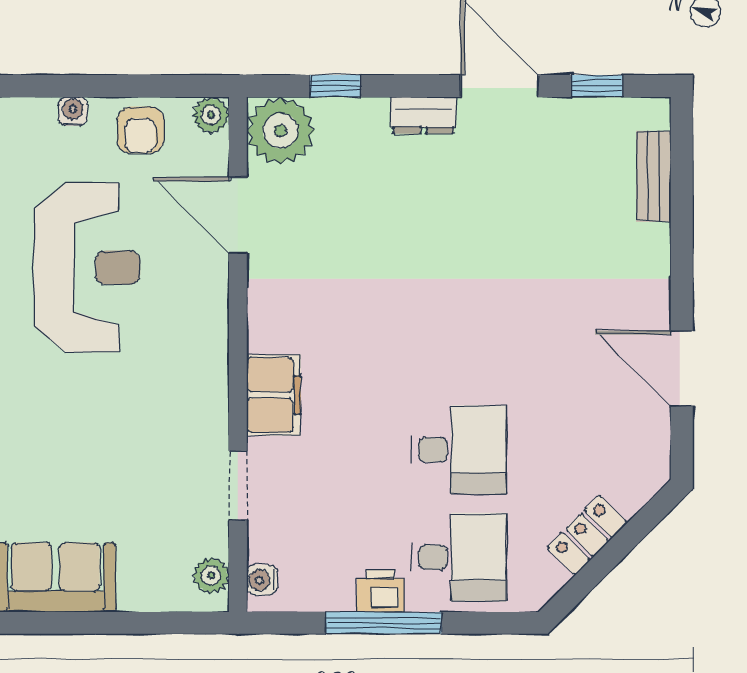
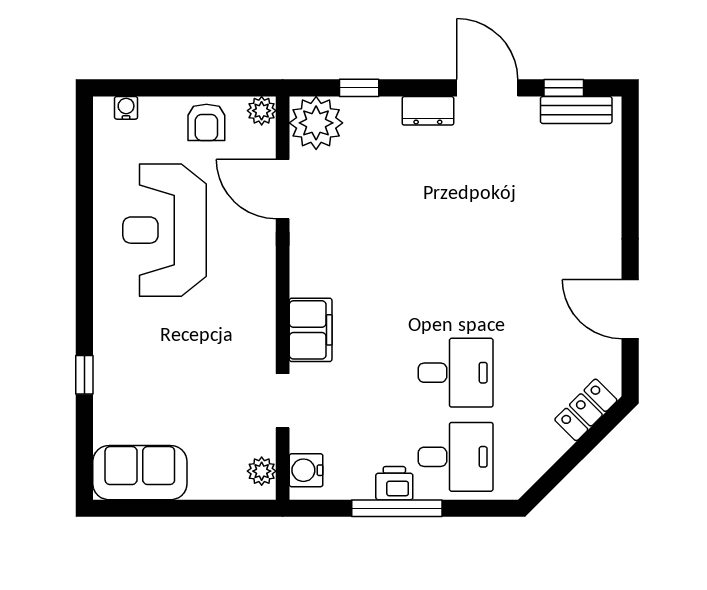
water cooler: (73, 111) -> (126, 108), moved
bench: (653, 176) -> (576, 110), moved, turned 90
reception desk: (87, 268) -> (165, 230), turned 180
locker: (587, 535) -> (586, 410), moved
water cooler: (262, 580) -> (306, 470), width x1.38, depth x1.38

